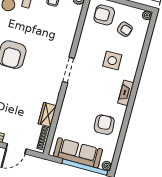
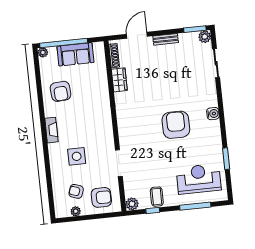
plant: (147, 15) -> (76, 211), moved
doorway: (68, 70) -> (119, 163), moved
sofa: (78, 153) -> (75, 54), width x0.73

